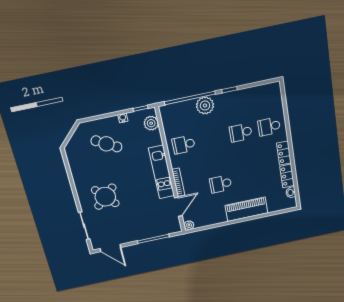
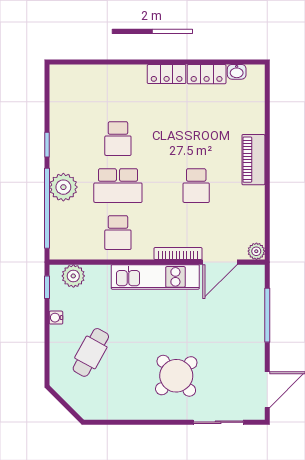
school desk: (269, 127) -> (118, 186), moved, width x1.85
door: (178, 207) -> (220, 262), swing flipped
piano: (246, 209) -> (253, 160), width x0.73, depth x0.75

